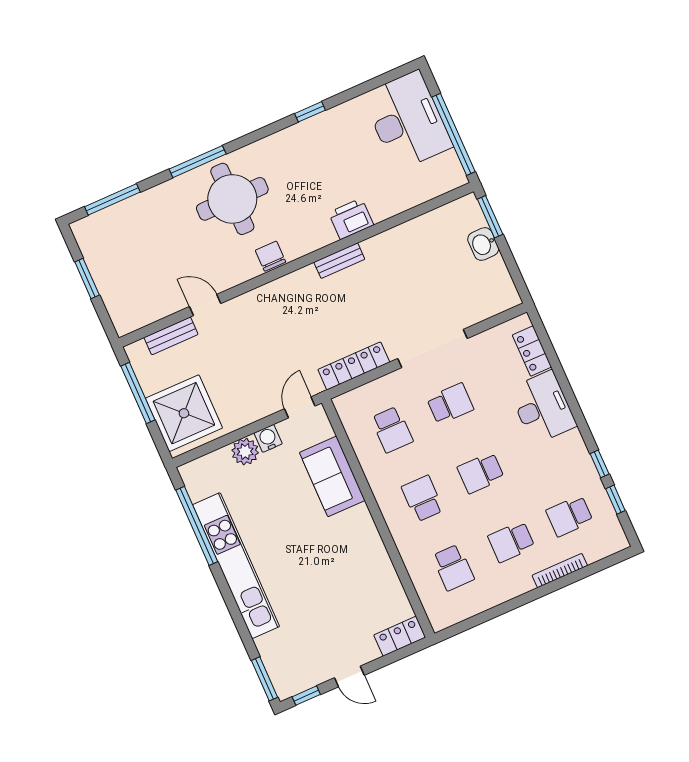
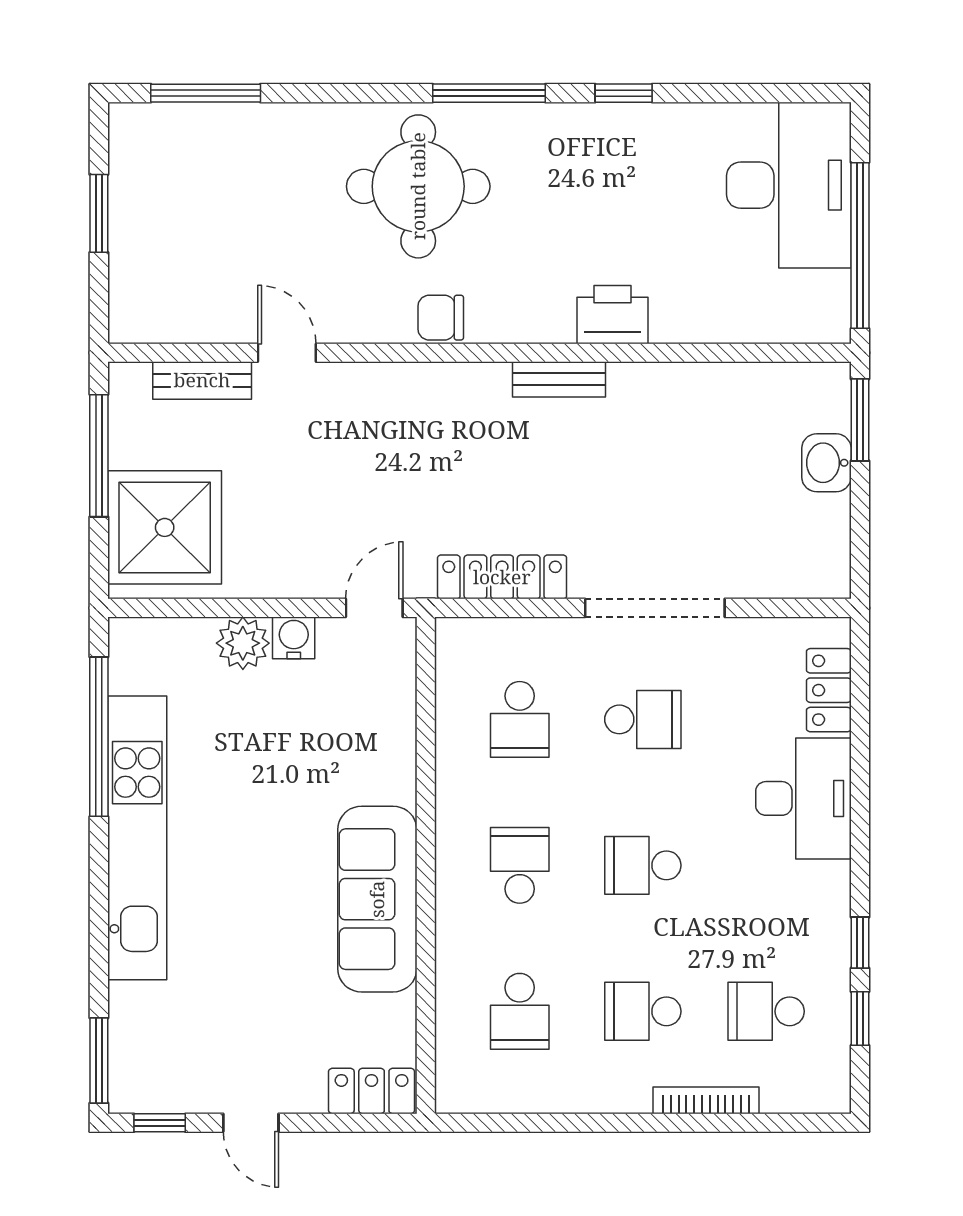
window: (198, 162) -> (489, 93), moved
chair: (271, 256) -> (441, 318), turned -90
sofa: (332, 476) -> (377, 899), moved, width x1.36

